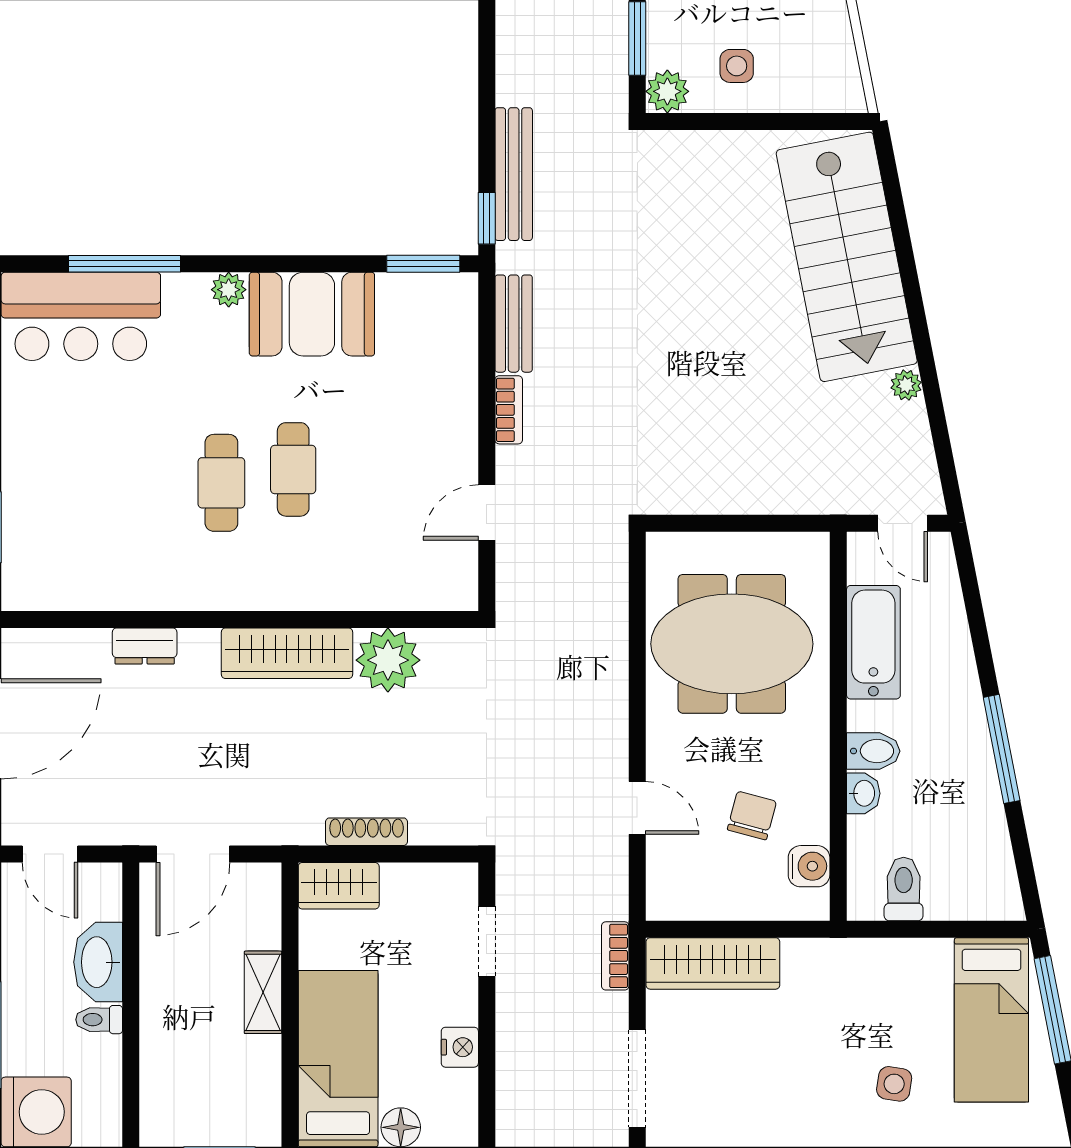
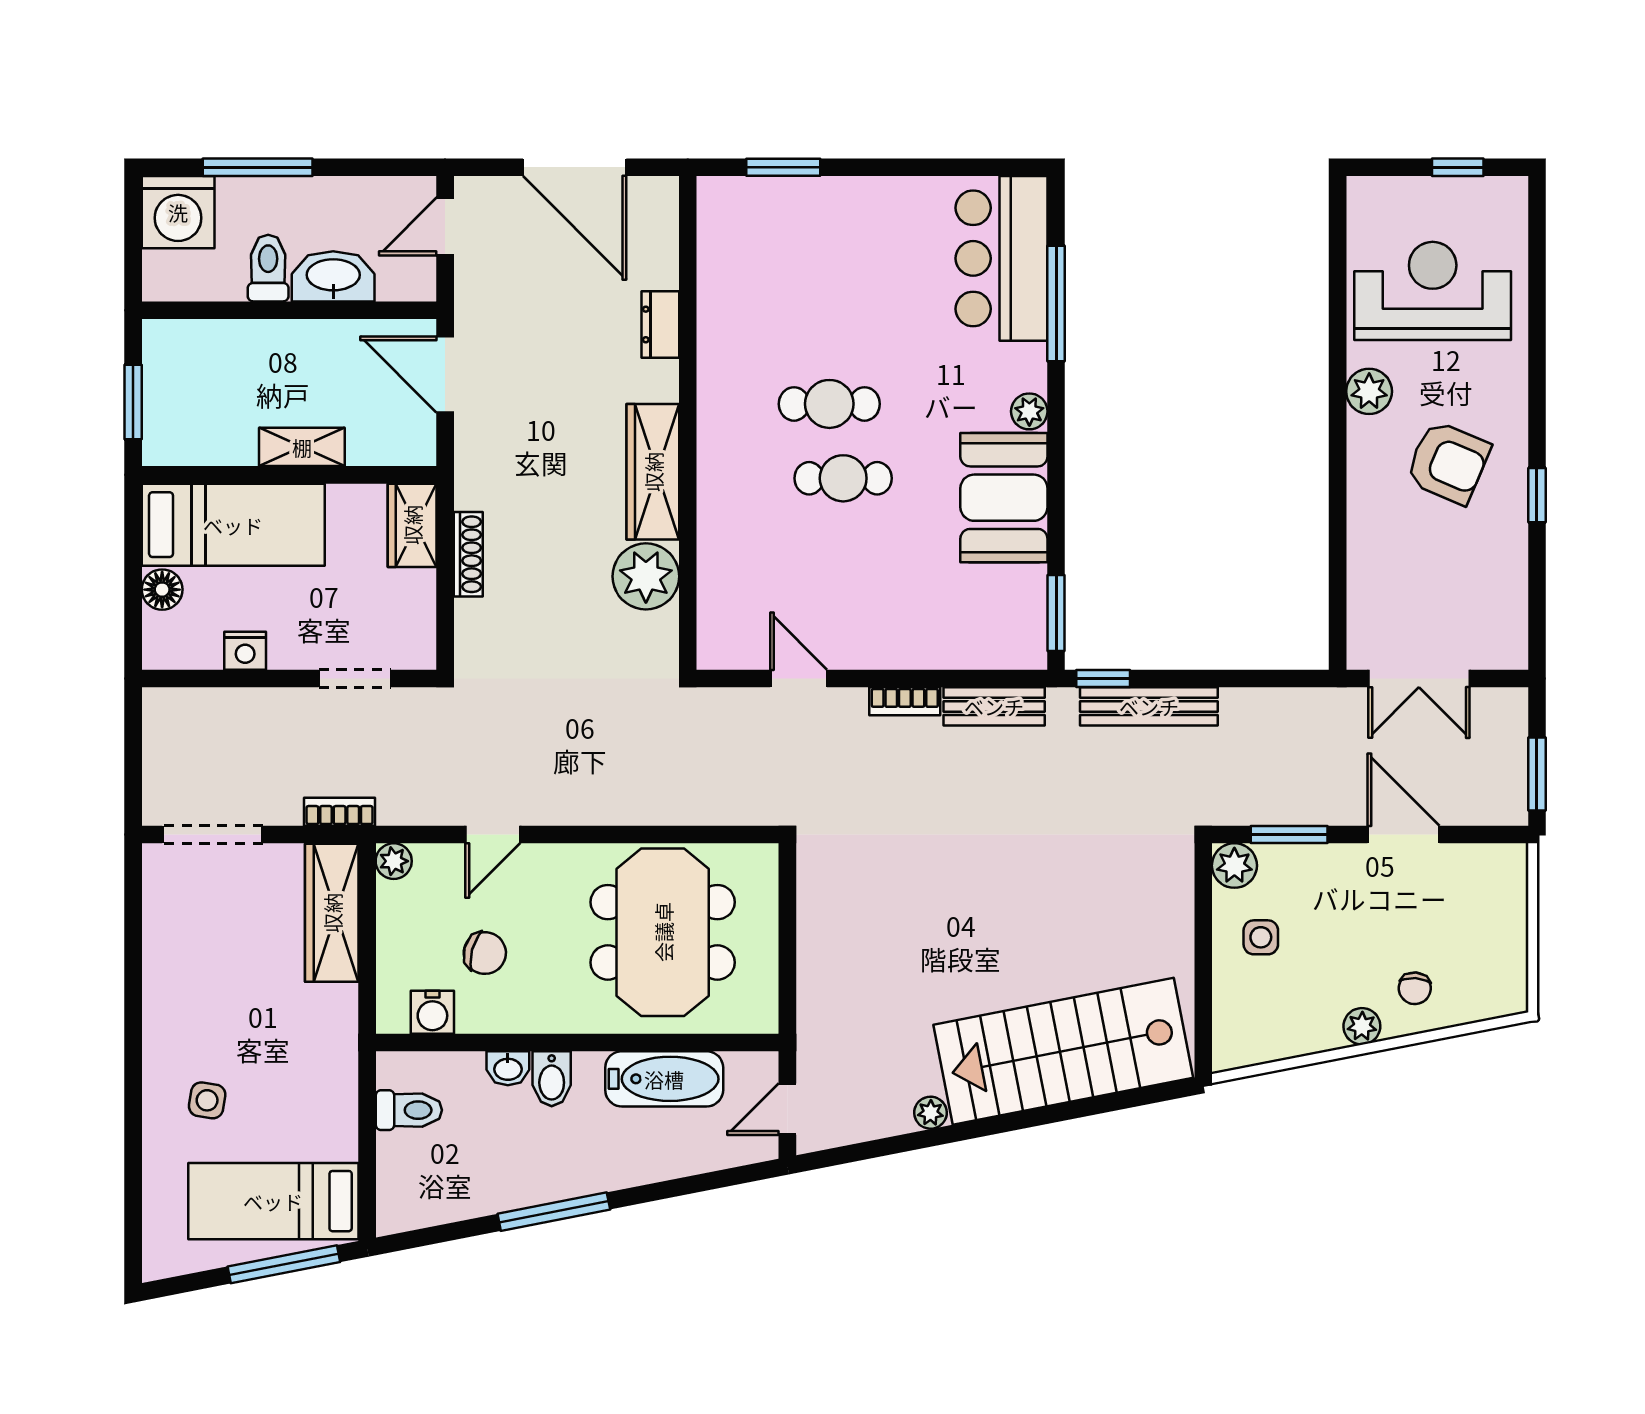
plant: (663, 904) -> (394, 861), added
toilet: (99, 1020) -> (268, 268), width x1.37, depth x1.39

